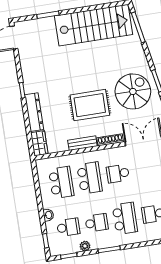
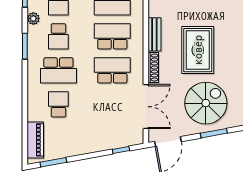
spiral stairs: (133, 91) -> (206, 103), turned -90
school desk: (118, 174) -> (112, 70), width x1.85
school desk: (90, 178) -> (112, 36), turned 180

